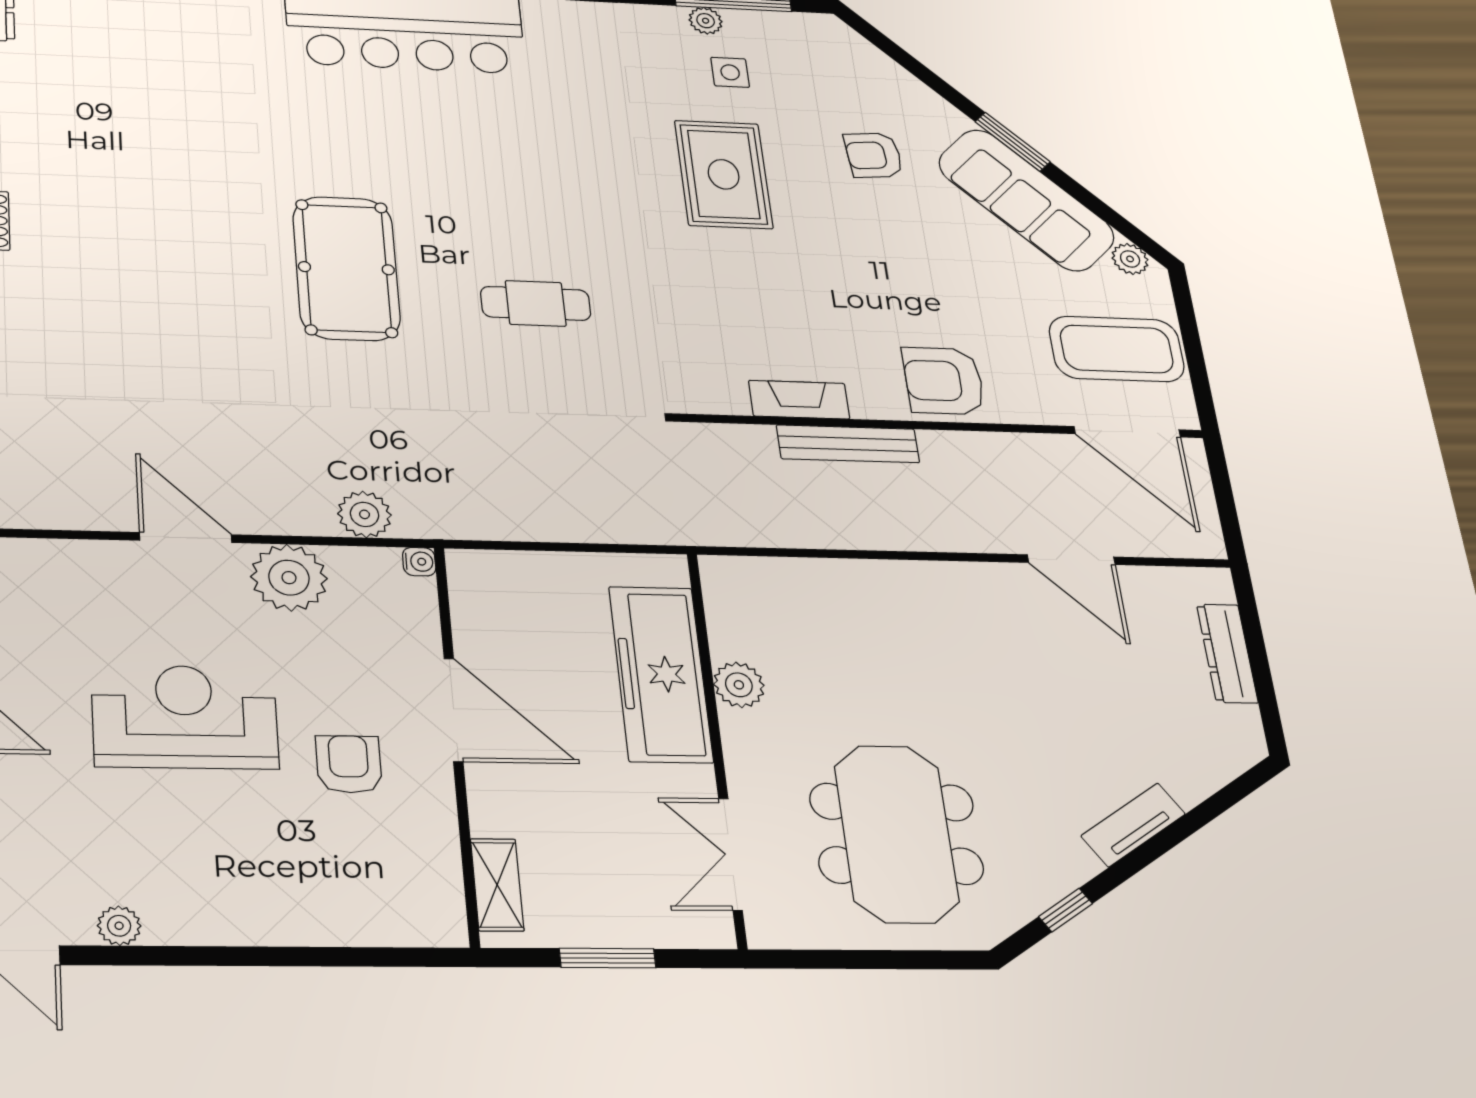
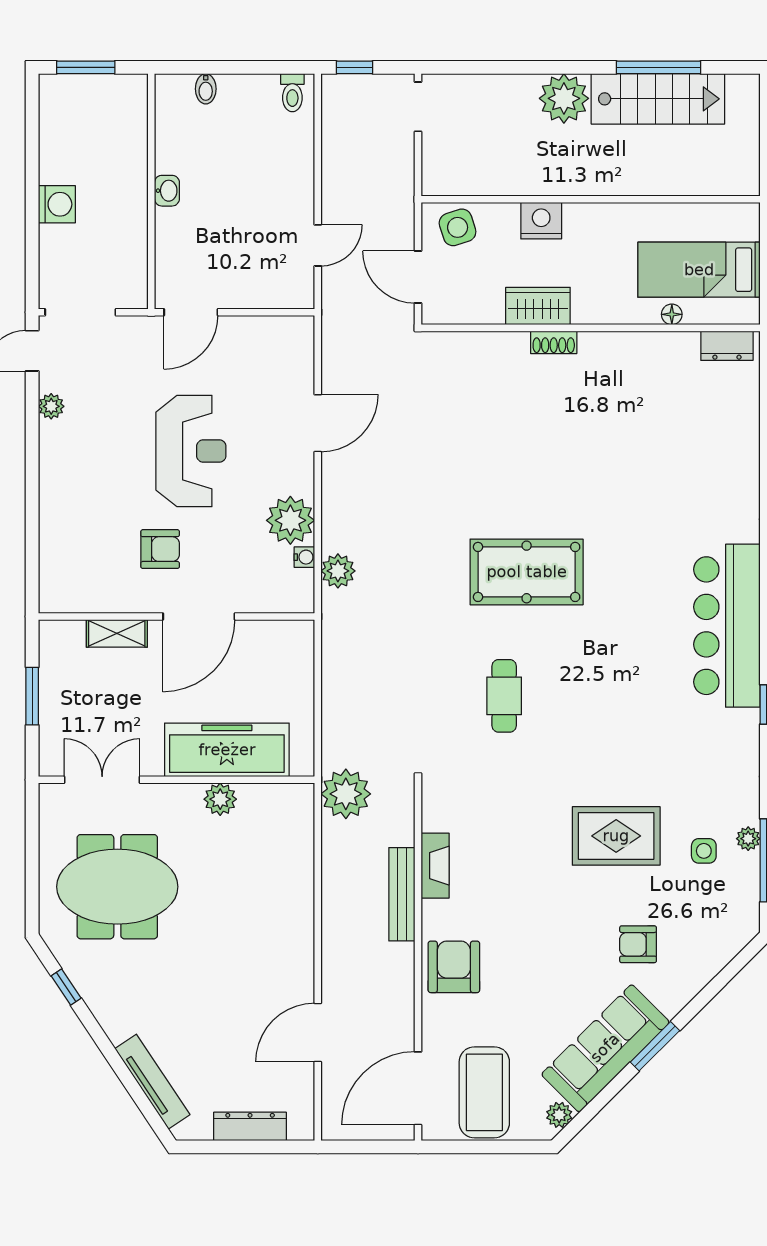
armchair: (874, 155) -> (638, 944), turned -85
plant: (708, 513) -> (346, 794), added
door: (186, 538) -> (318, 423), moved
water cooler: (419, 562) -> (304, 557), moved, turned -90
tv unit: (1133, 825) -> (152, 1082), moved, width x1.41
shelving: (497, 885) -> (117, 633), moved

